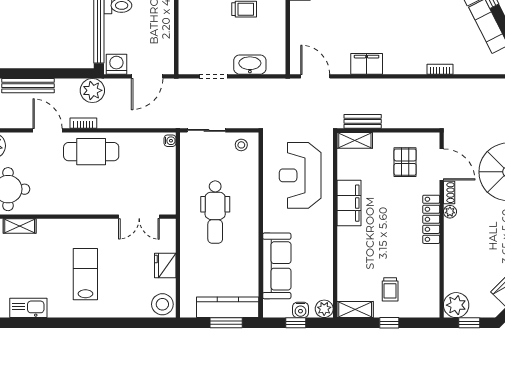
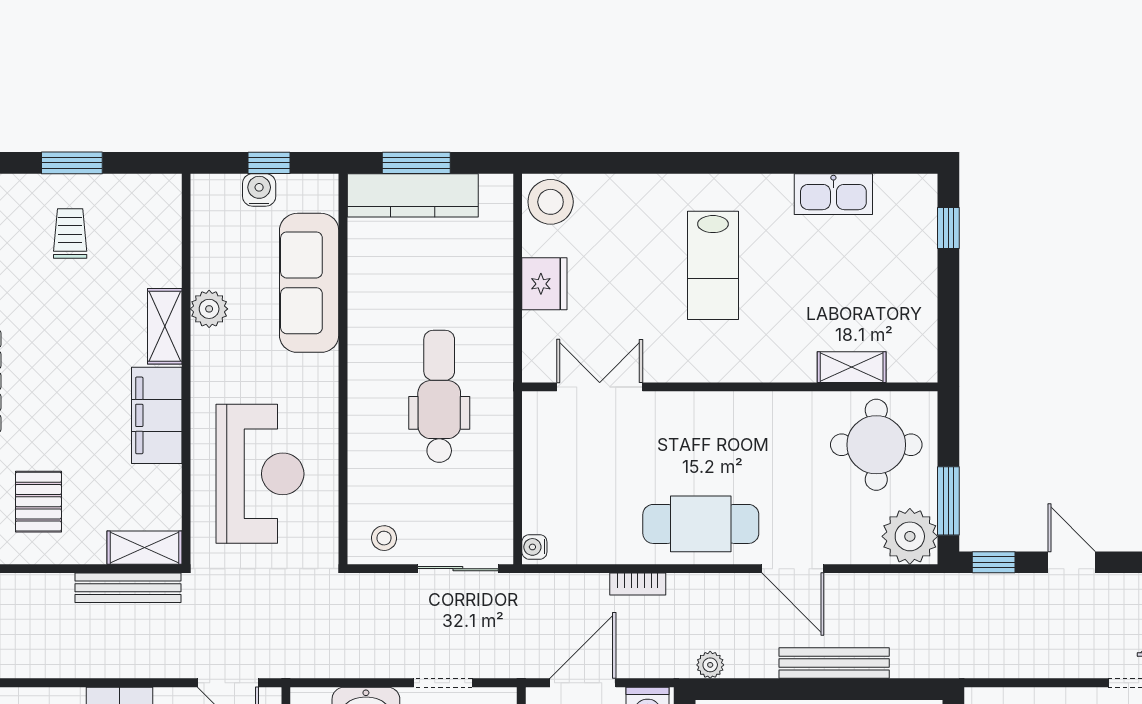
plant: (92, 90) -> (710, 665), width x0.53, depth x0.53
bench: (363, 121) -> (128, 588), width x1.36
bookcase: (83, 123) -> (638, 584), moved
plant: (324, 309) -> (209, 309), moved
shelving: (355, 310) -> (165, 326), moved, turned 90
window: (389, 323) -> (72, 163), width x1.50

